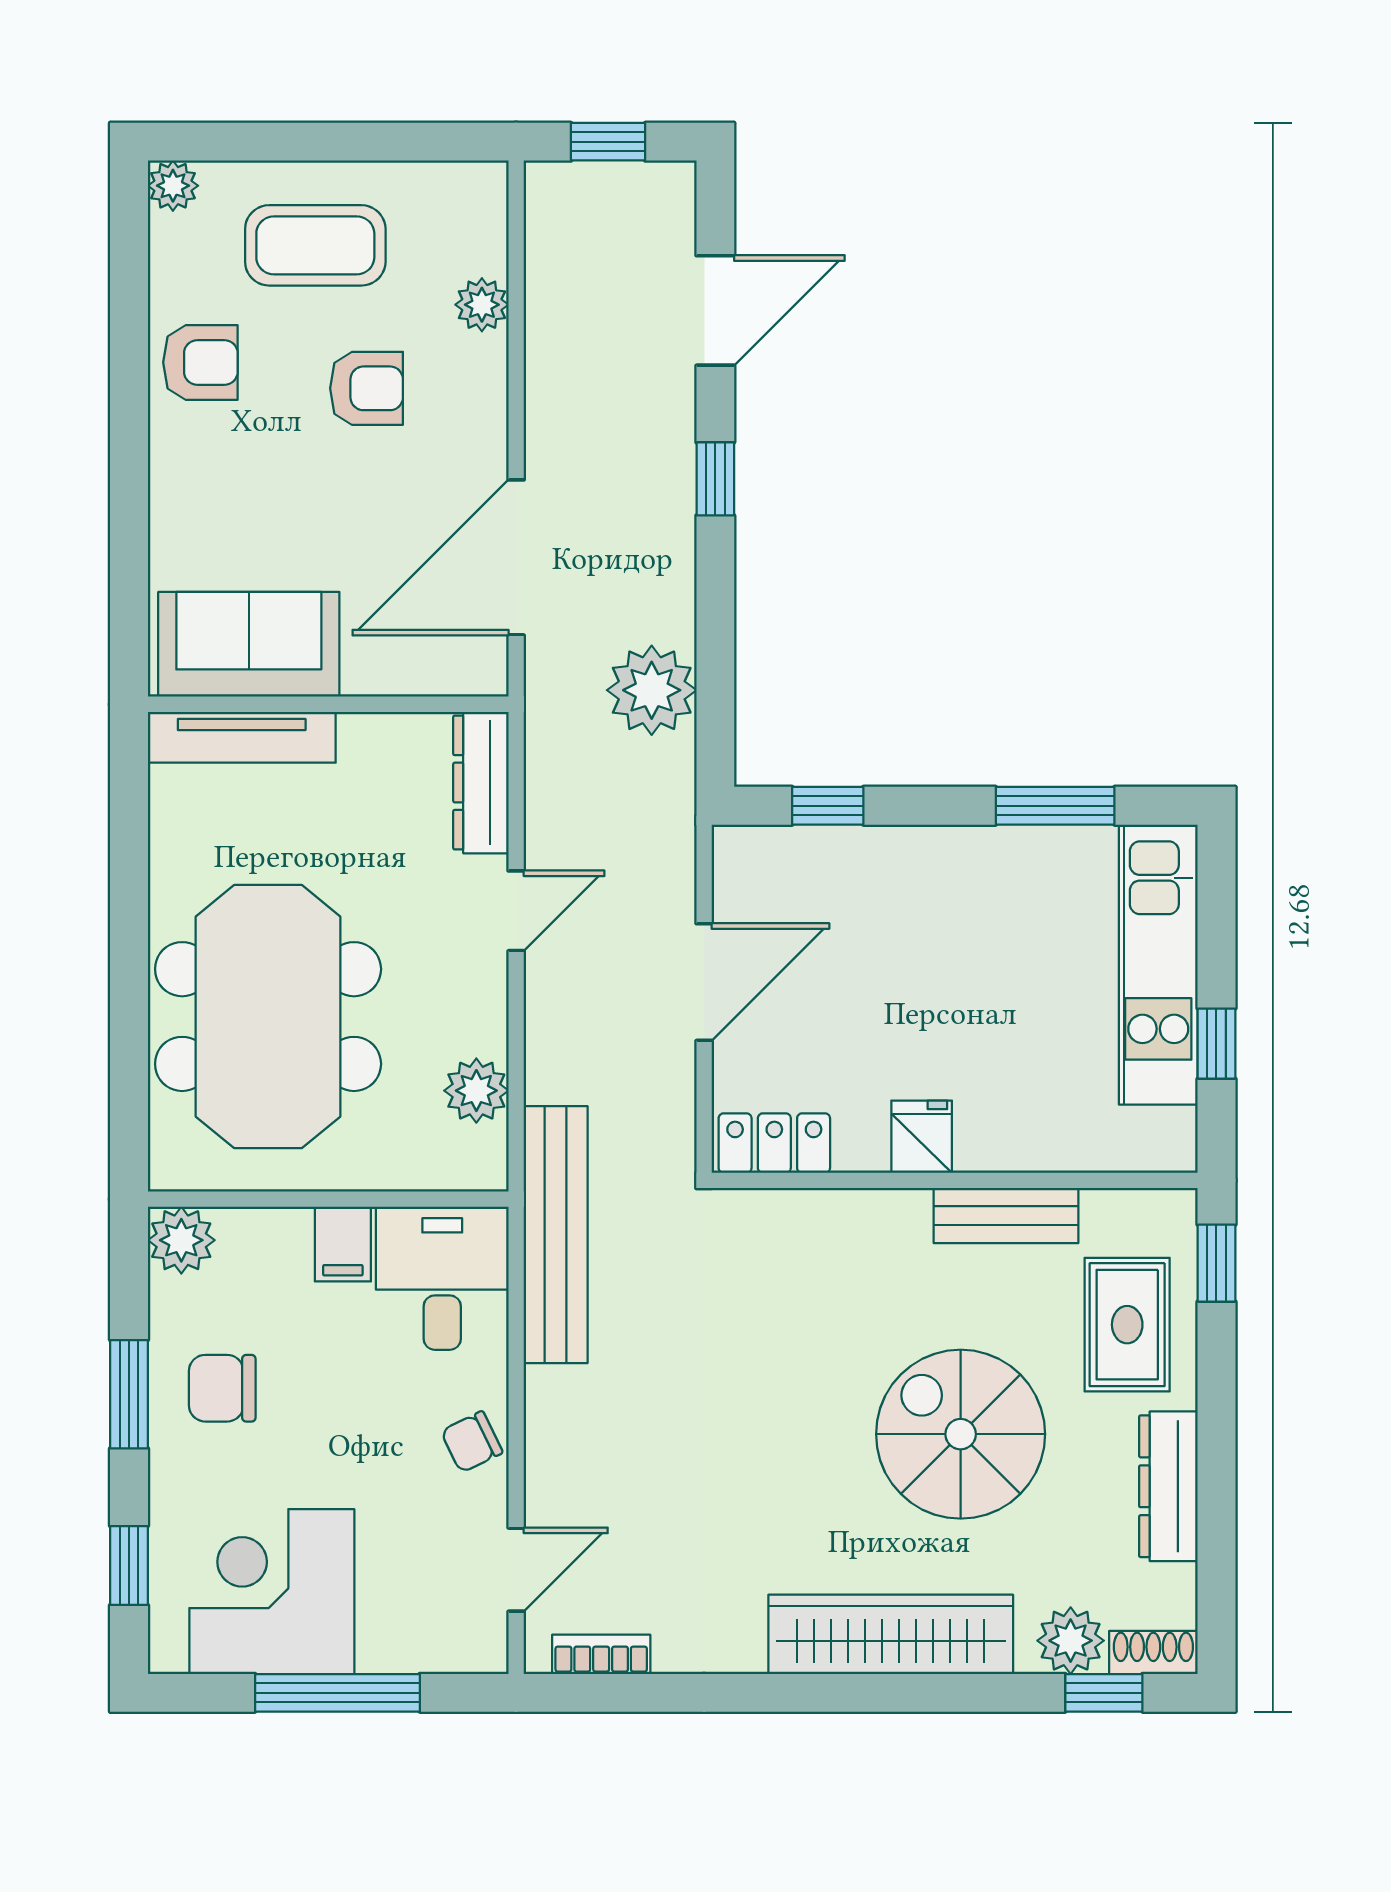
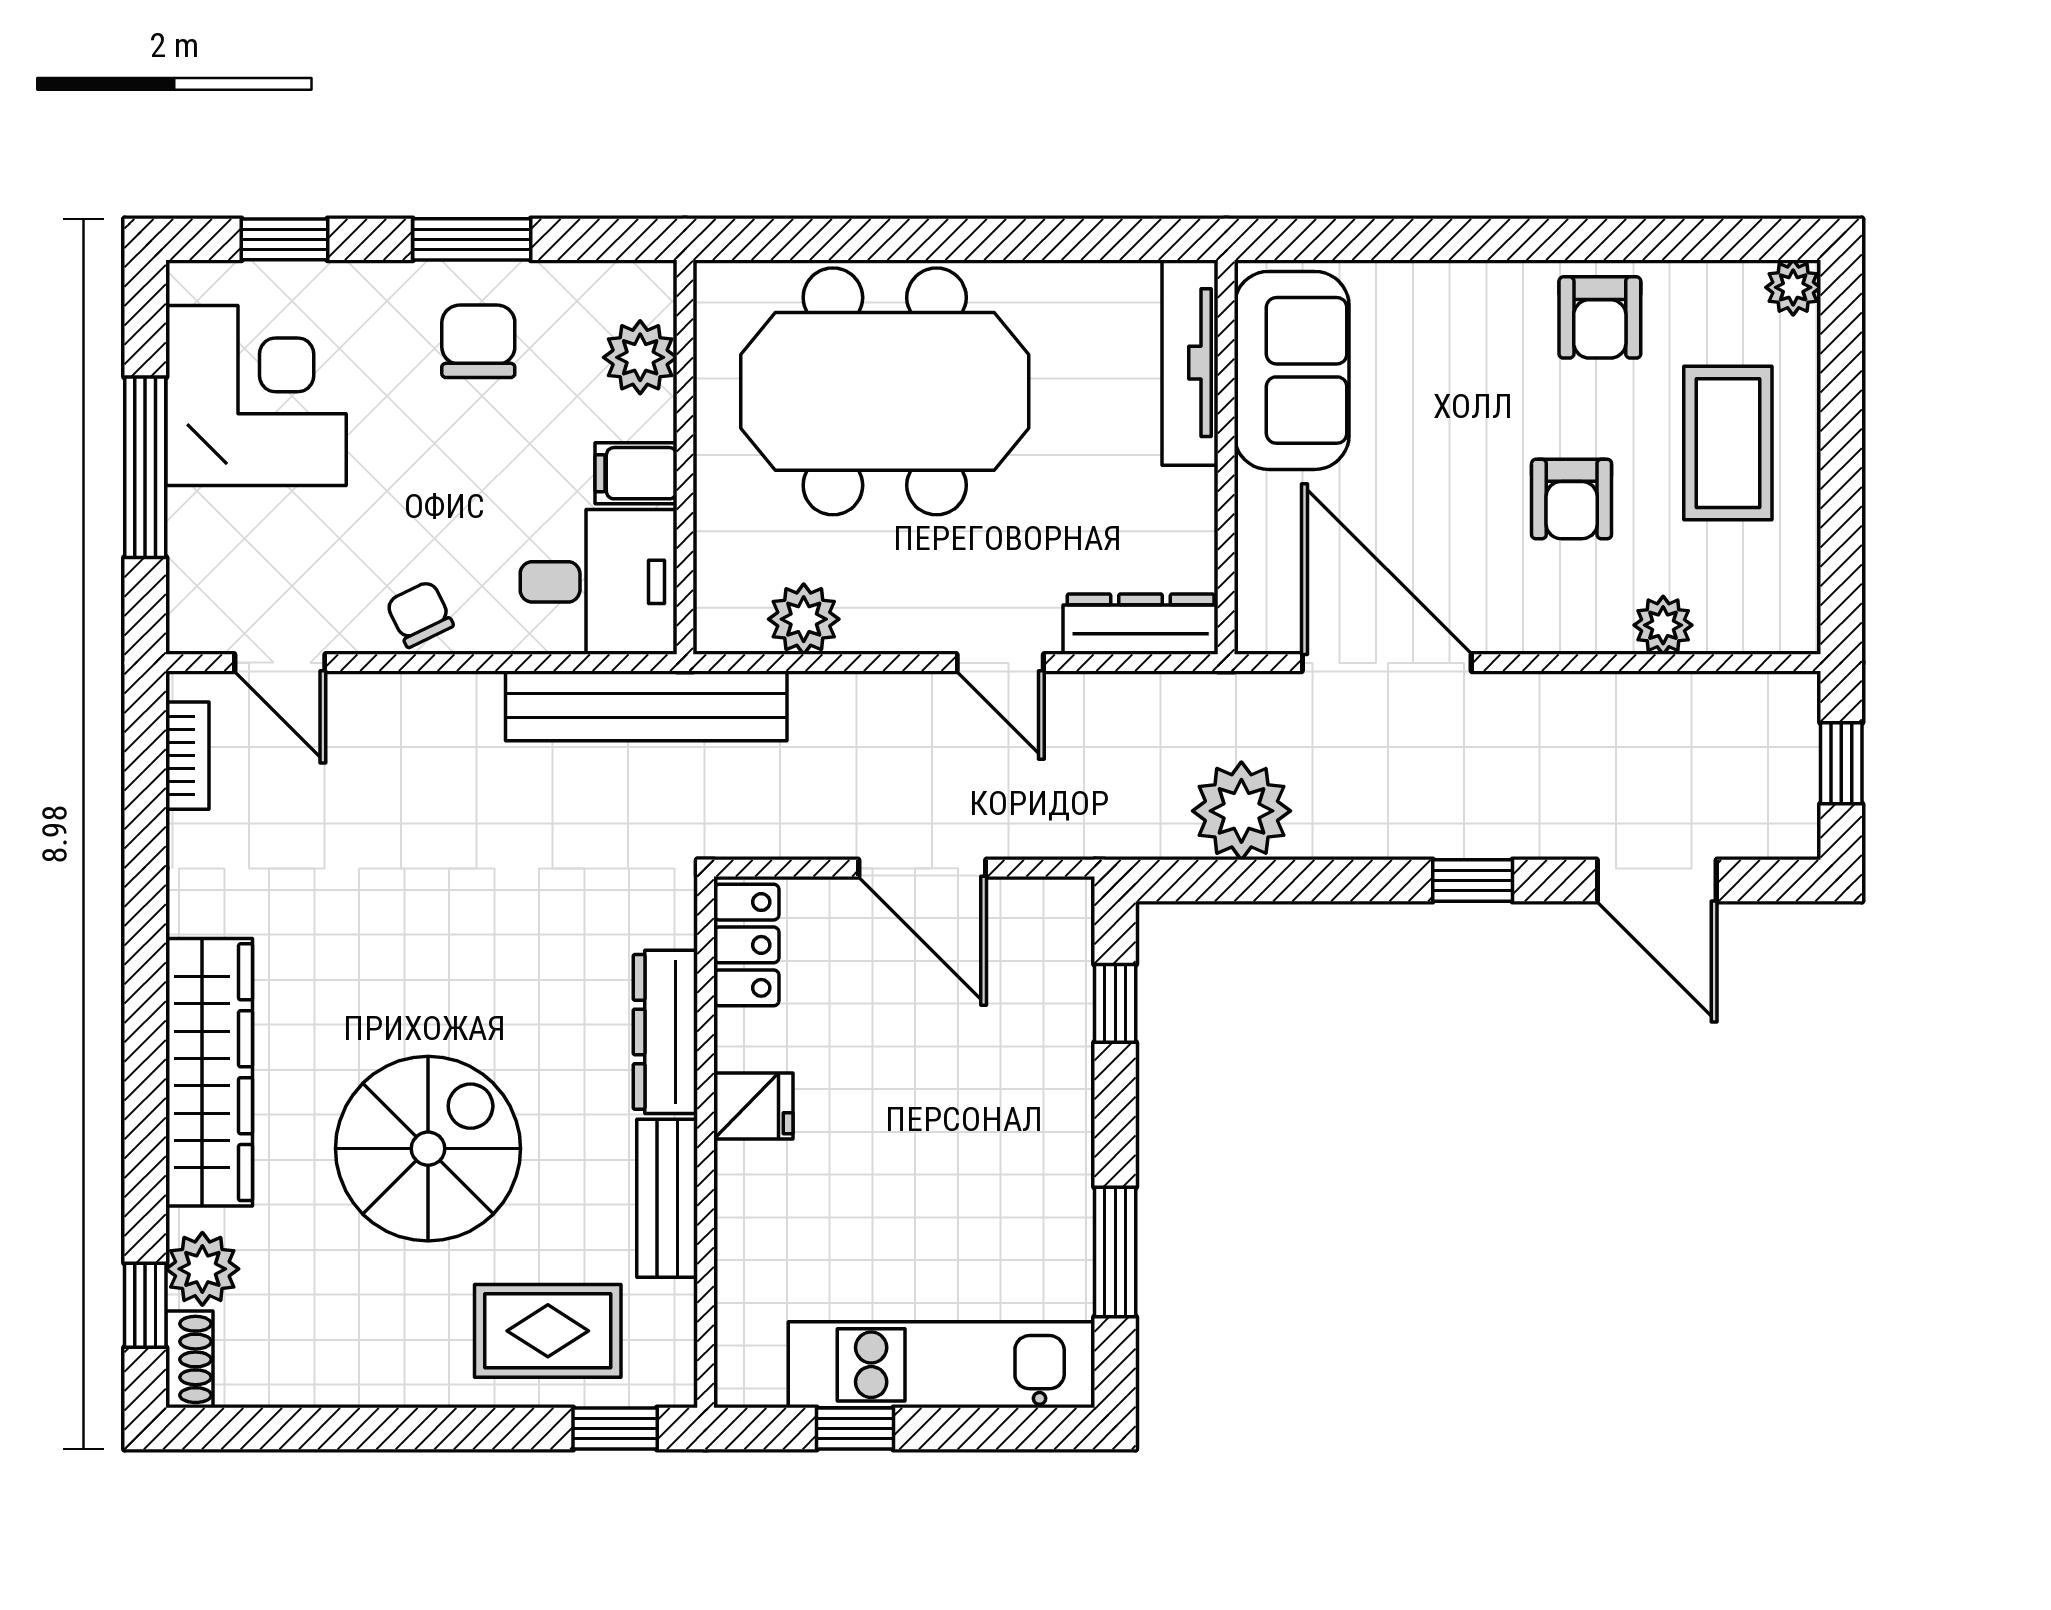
plant: (181, 1240) -> (640, 357), moved
dresser: (1168, 1486) -> (665, 1032), moved, turned -90

